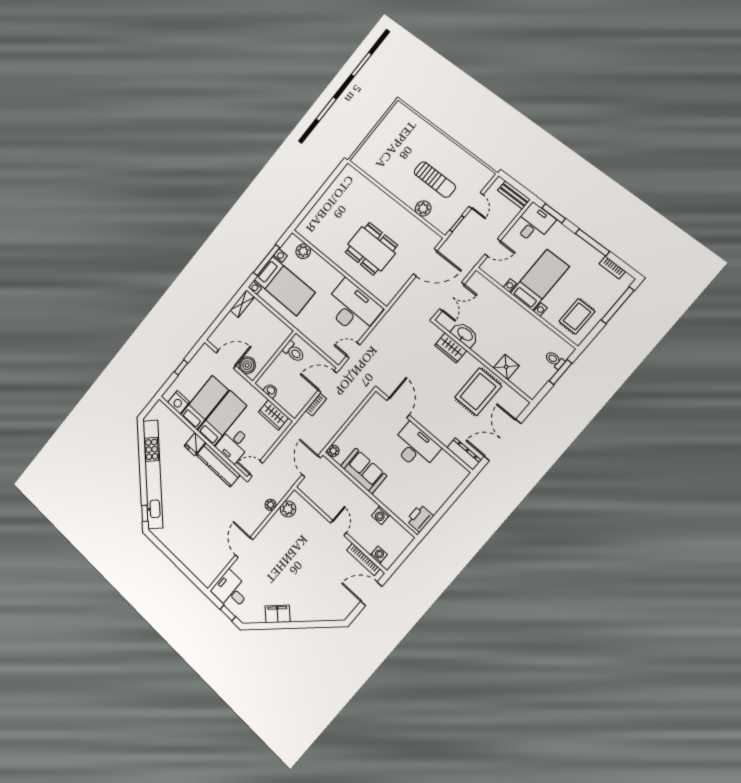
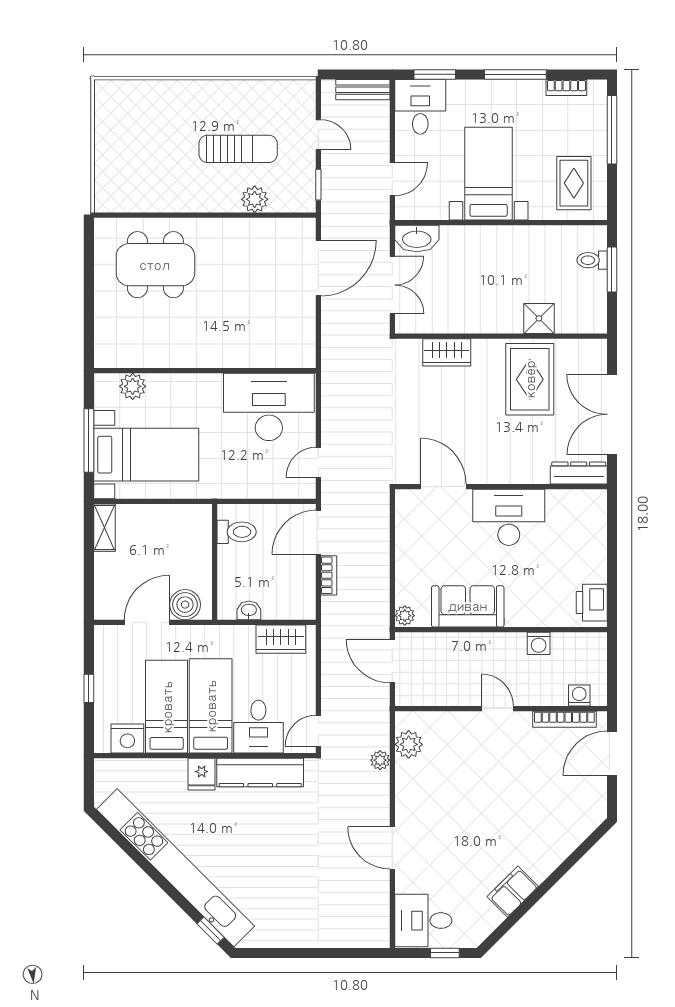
dining table: (371, 249) -> (155, 265), moved
washbasin: (465, 334) -> (417, 238), moved, turned 180

